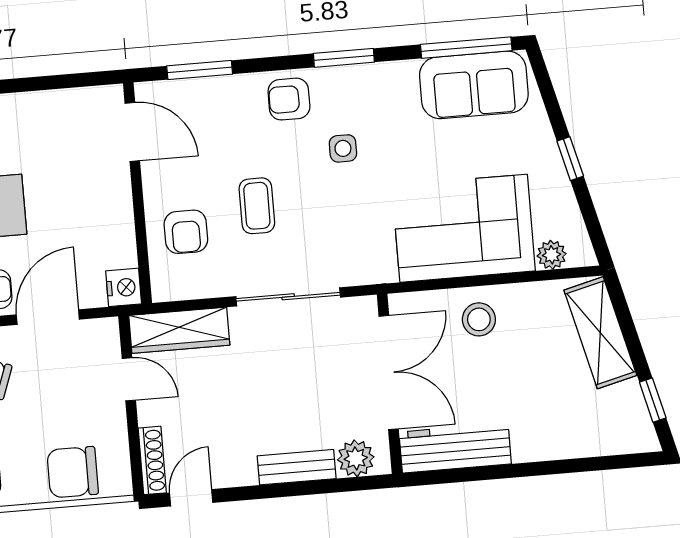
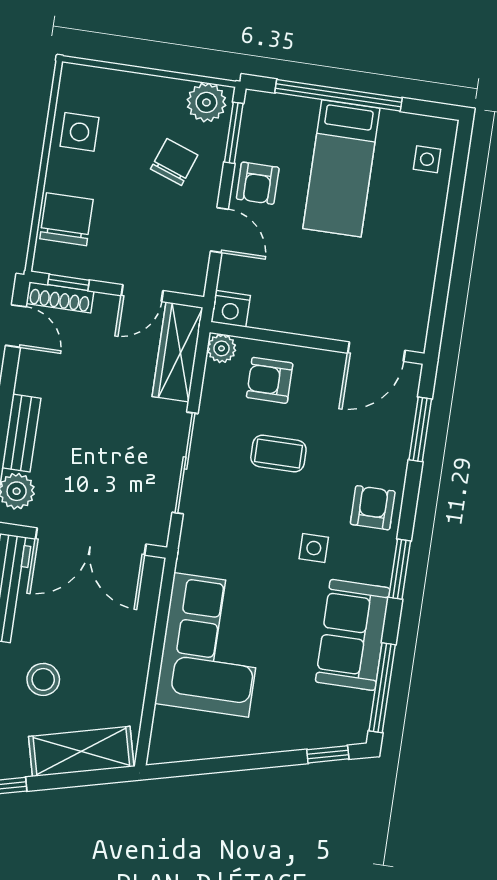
sofa: (474, 85) -> (353, 635), moved
window: (570, 159) -> (328, 754), moved
plant: (552, 255) -> (222, 348), moved
door: (48, 317) -> (219, 230), width x0.73
stool: (479, 319) -> (43, 679), moved
window: (135, 455) -> (68, 282), added

